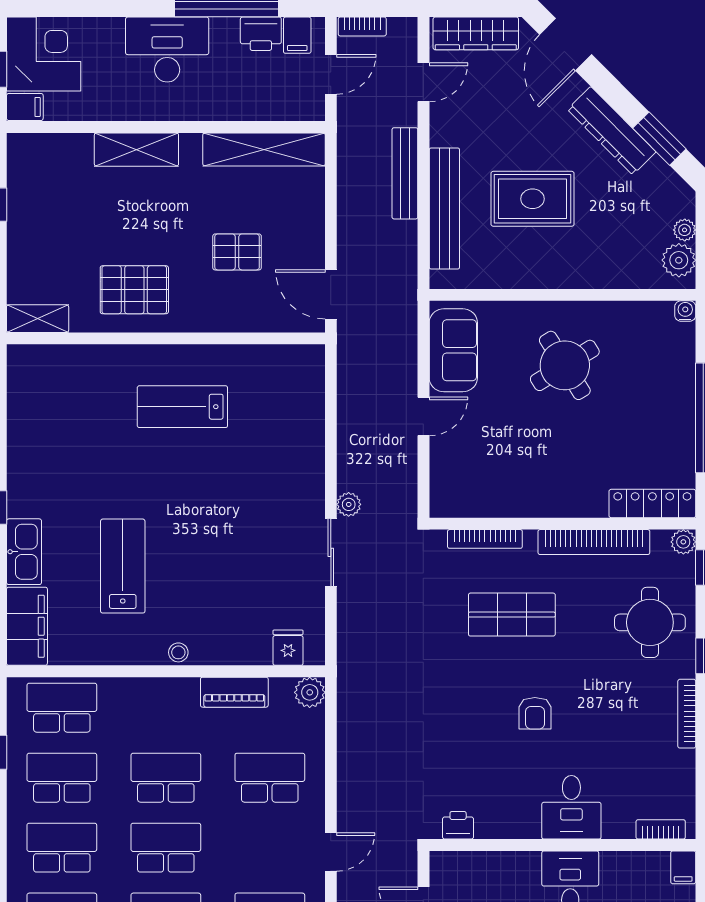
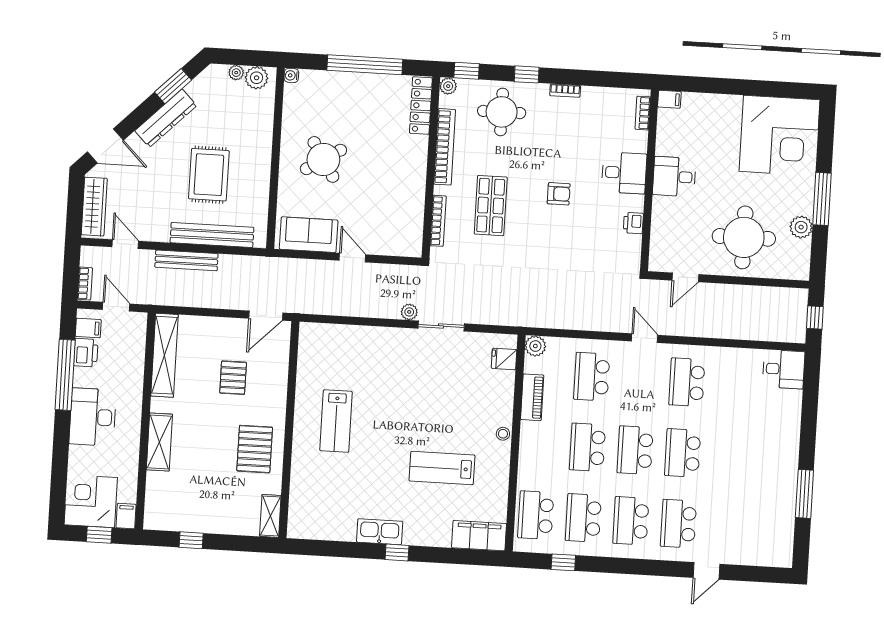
kitchen sink: (24, 552) -> (380, 532), moved
bookcase: (687, 714) -> (565, 91), width x0.64
printer: (458, 825) -> (633, 223), moved

